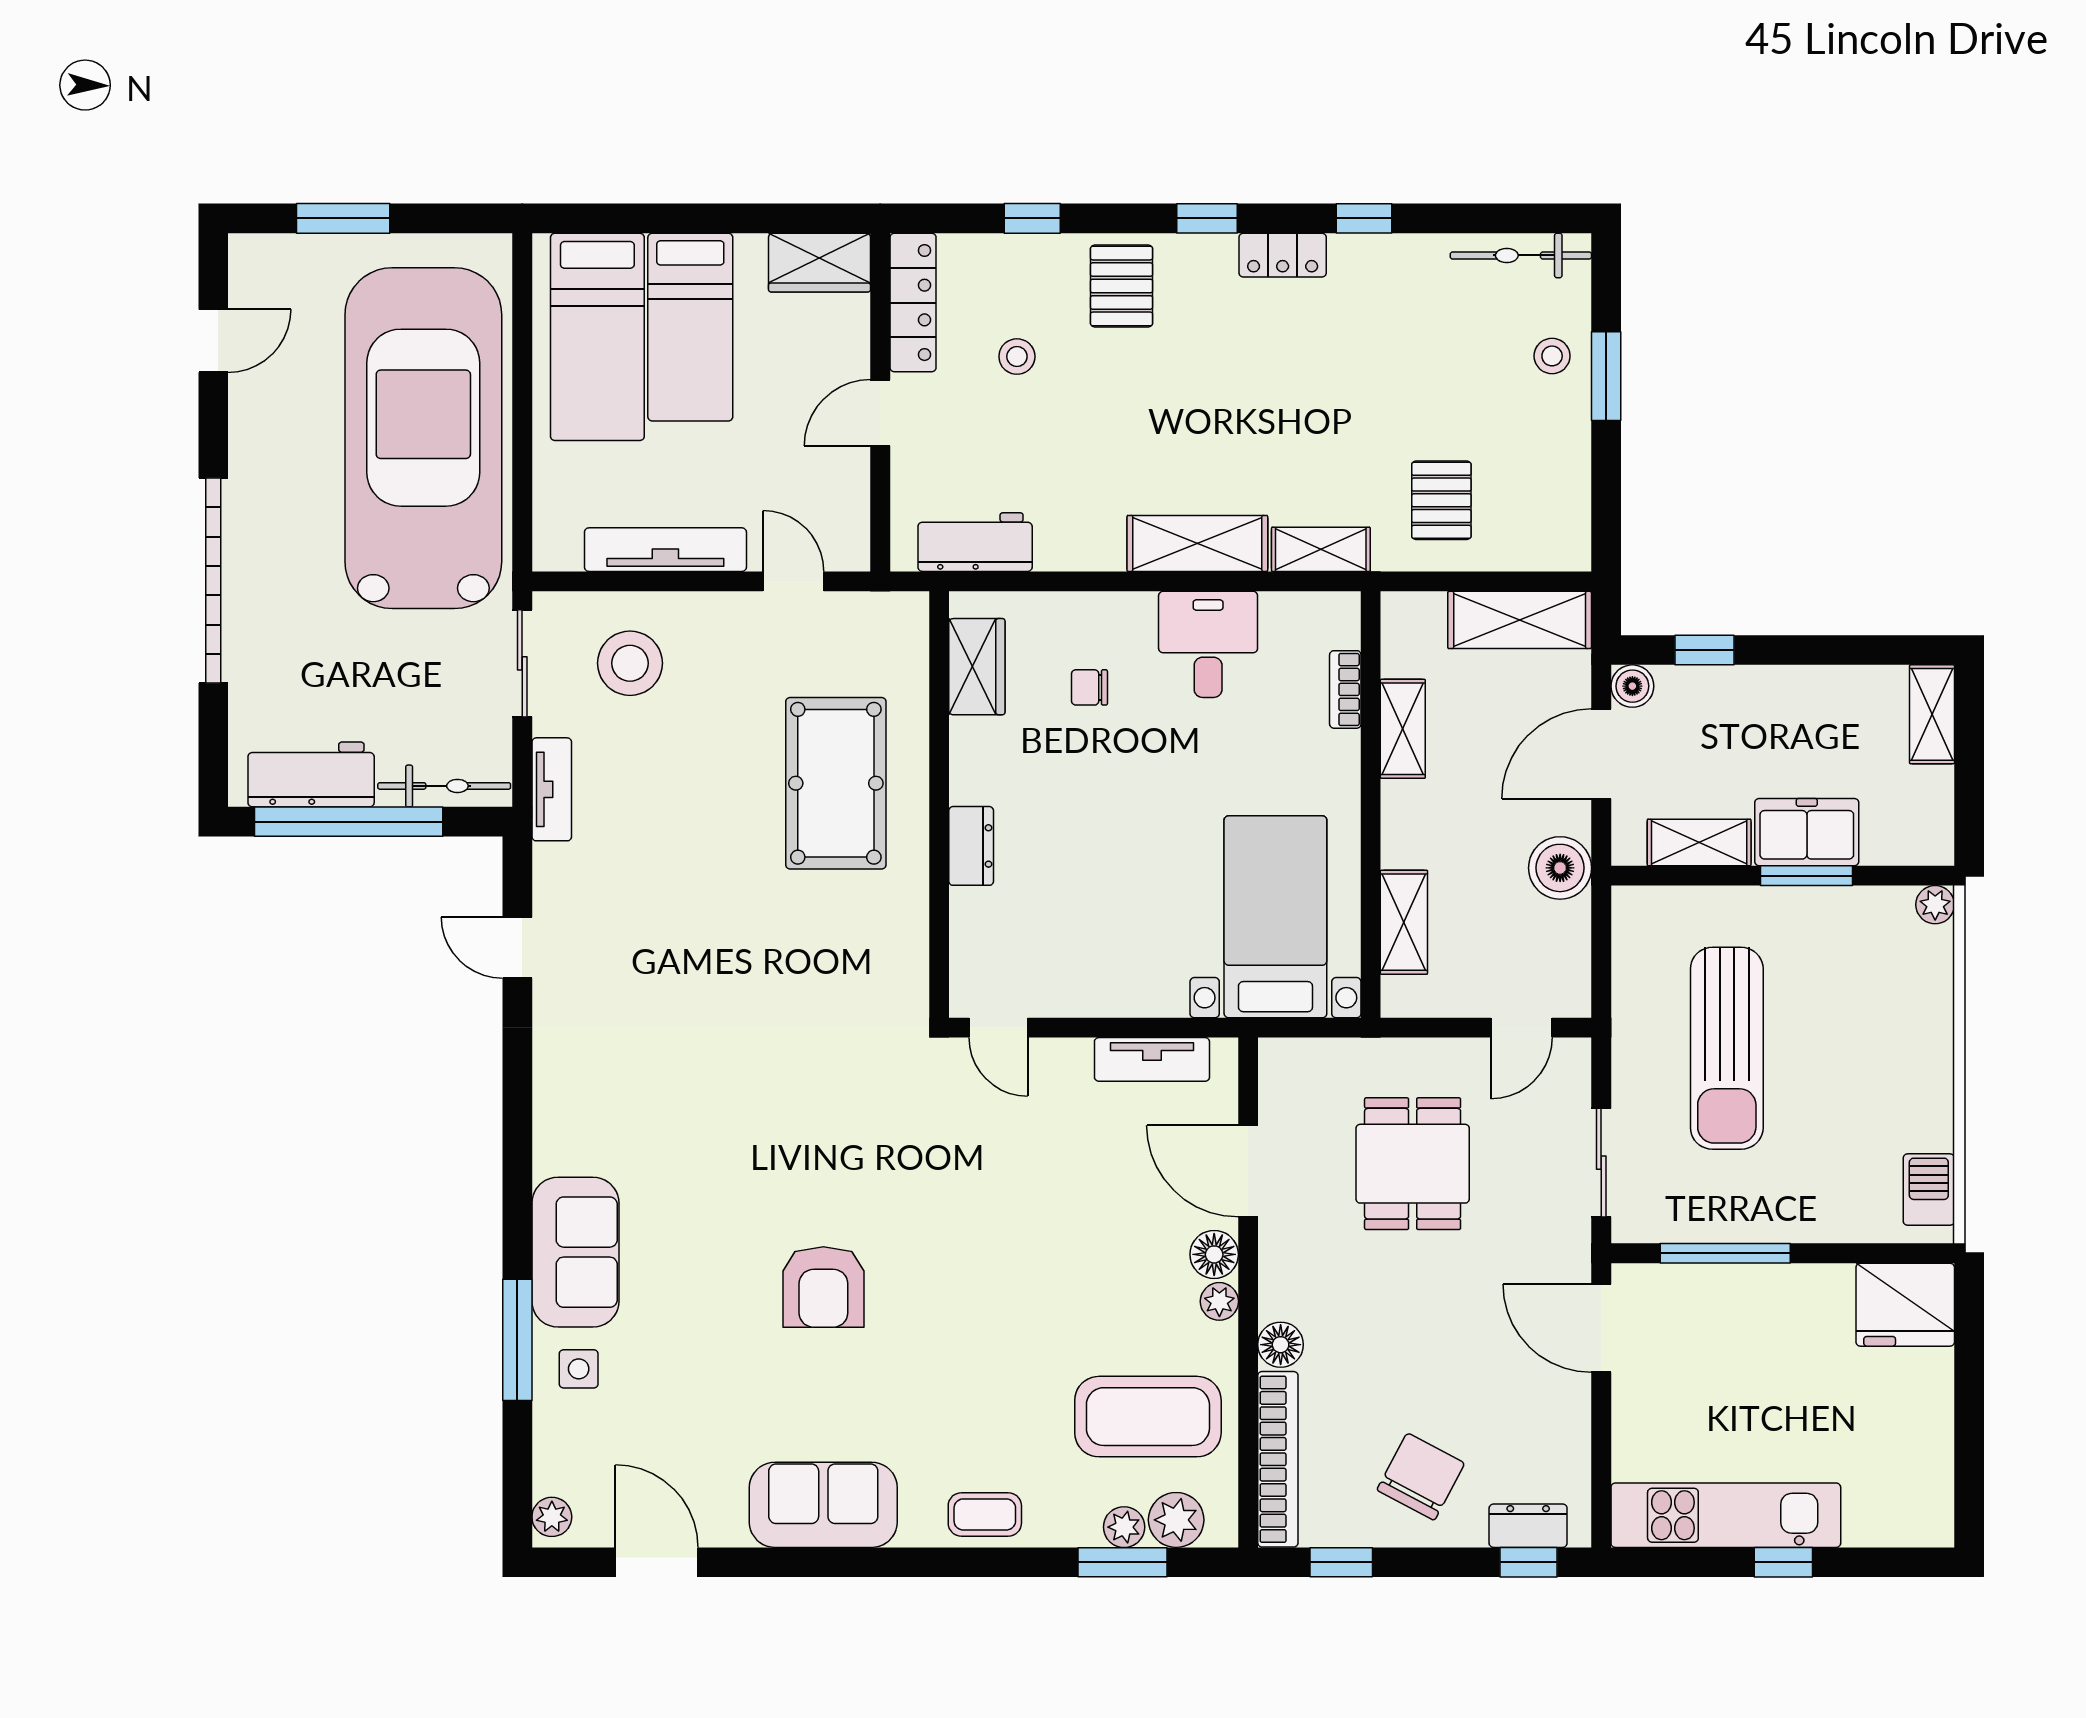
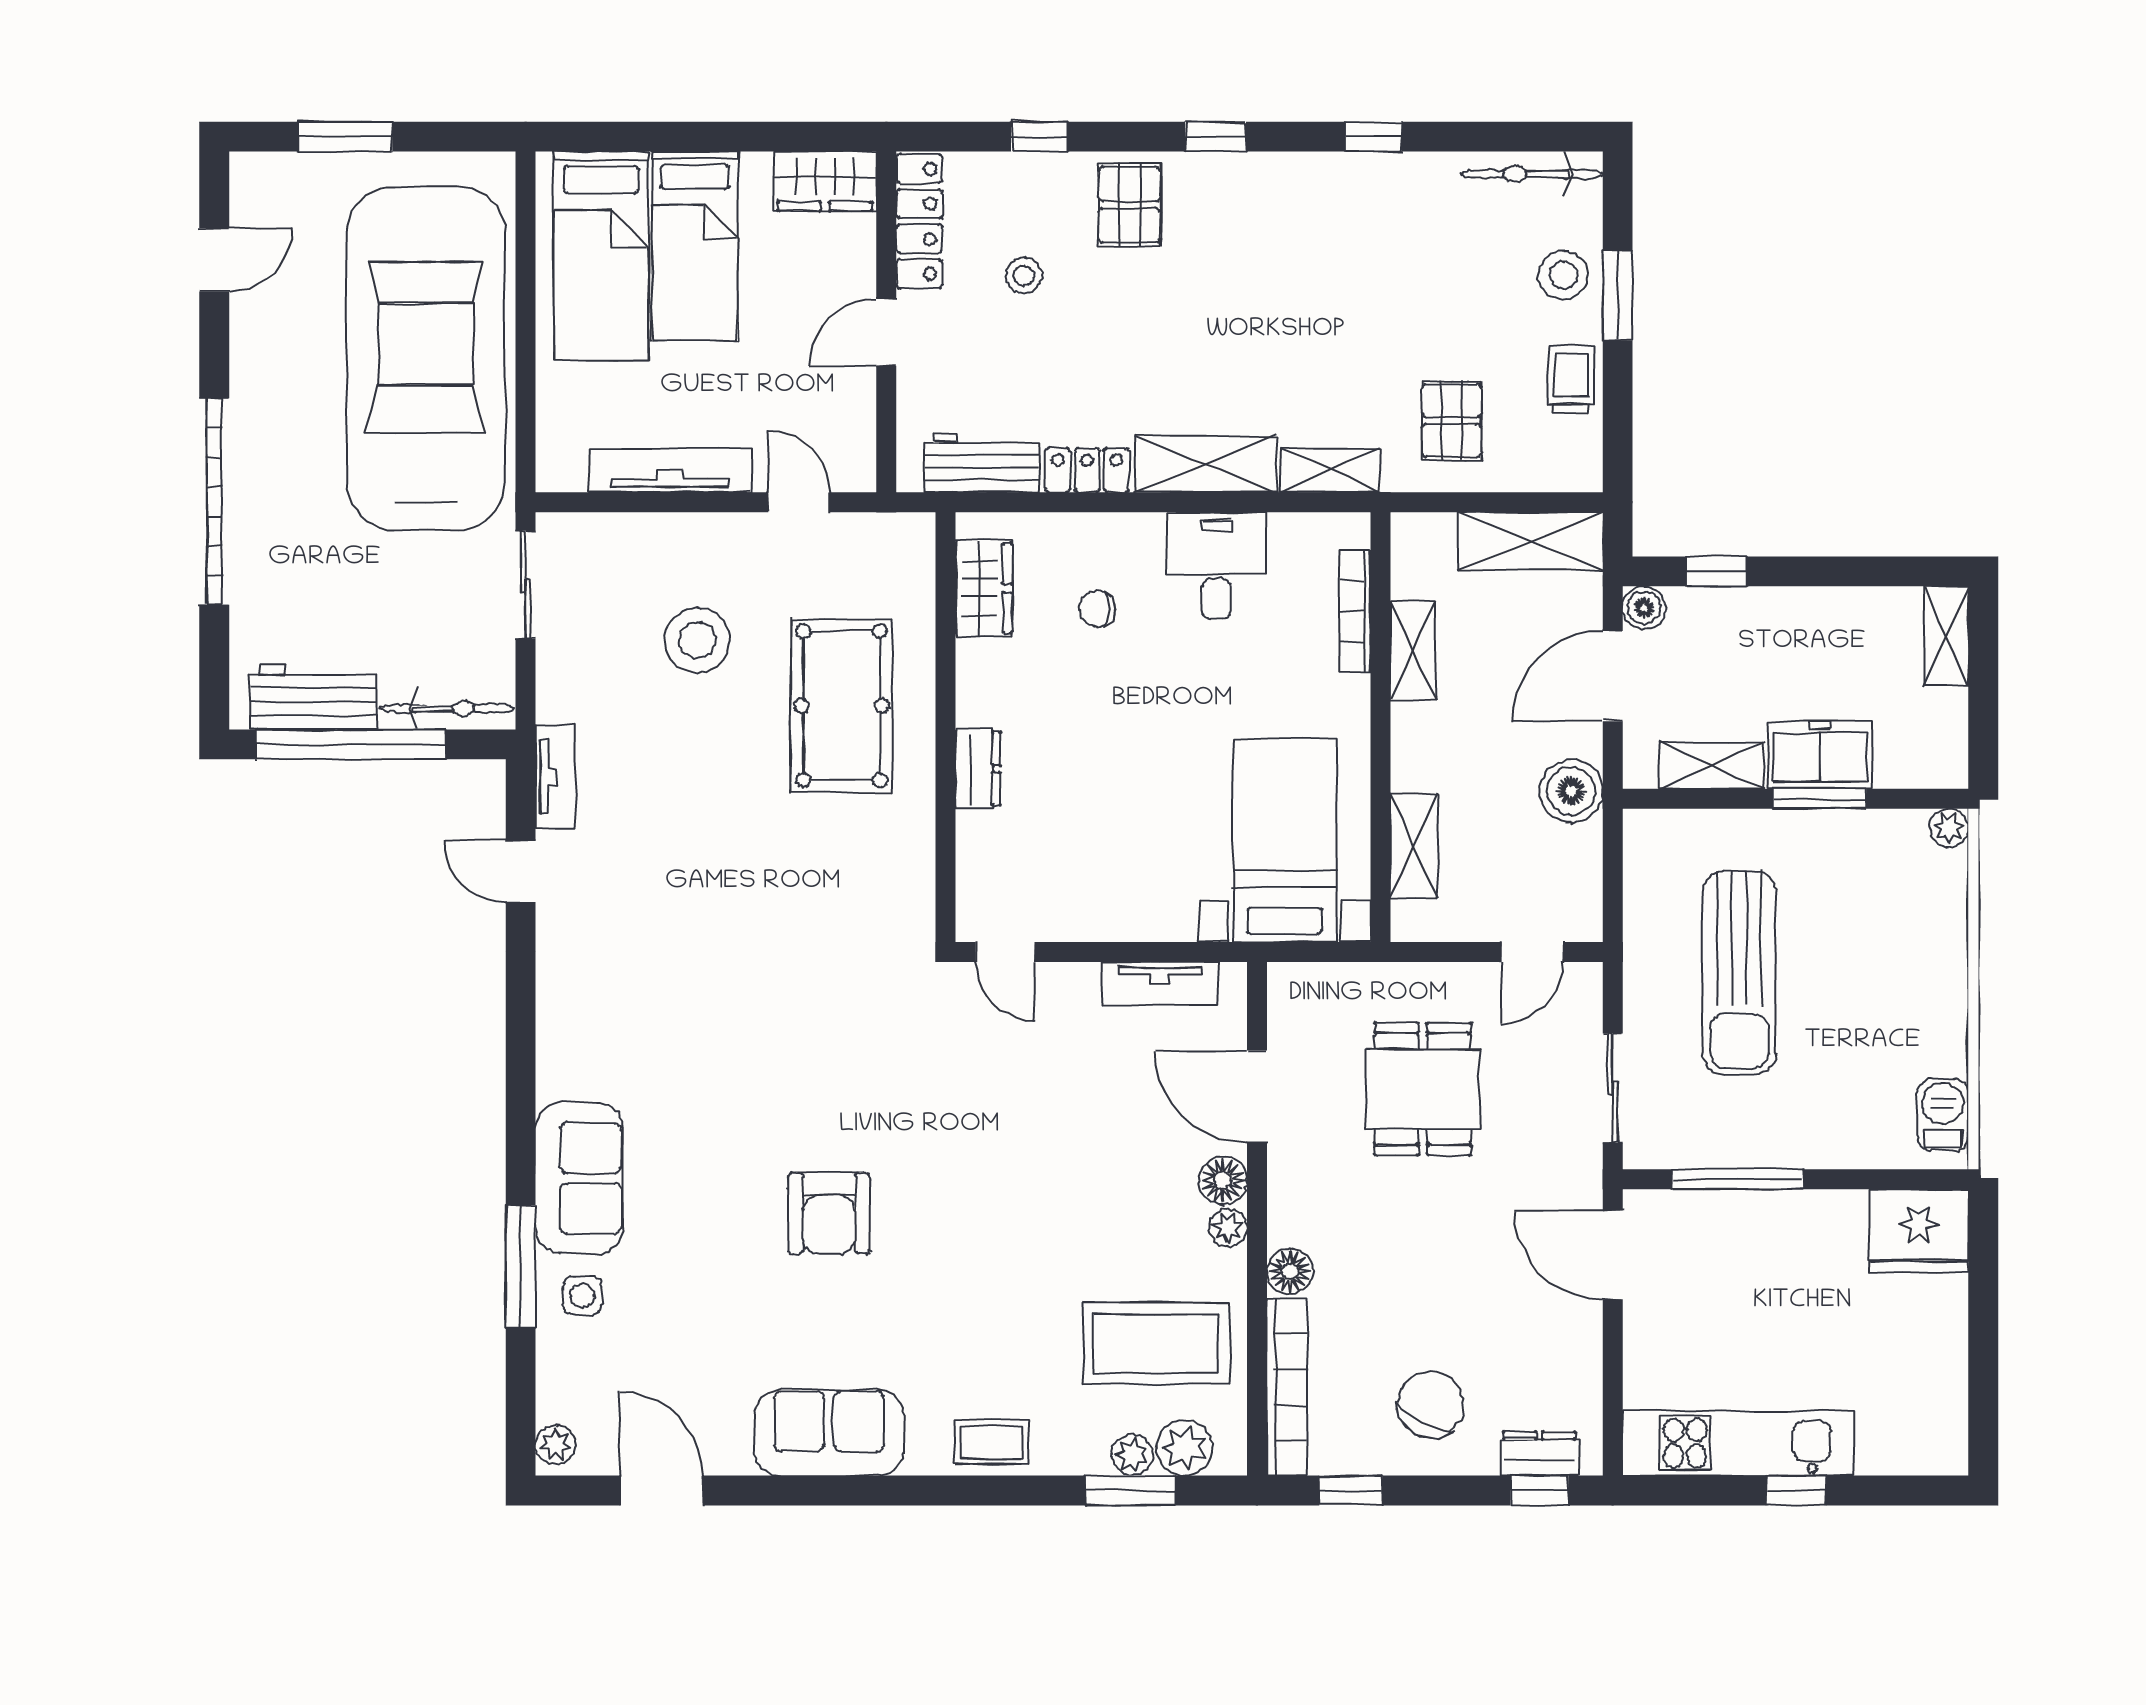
locker: (1283, 255) -> (1087, 470), moved, turned 180
stool: (1552, 356) -> (1563, 275), width x1.37, depth x1.37
trolley: (1560, 460) -> (1571, 380), added
stool: (630, 663) -> (697, 640), moved
bookcase: (1345, 689) -> (1355, 611), width x1.56
tv unit: (552, 789) -> (555, 777), moved

